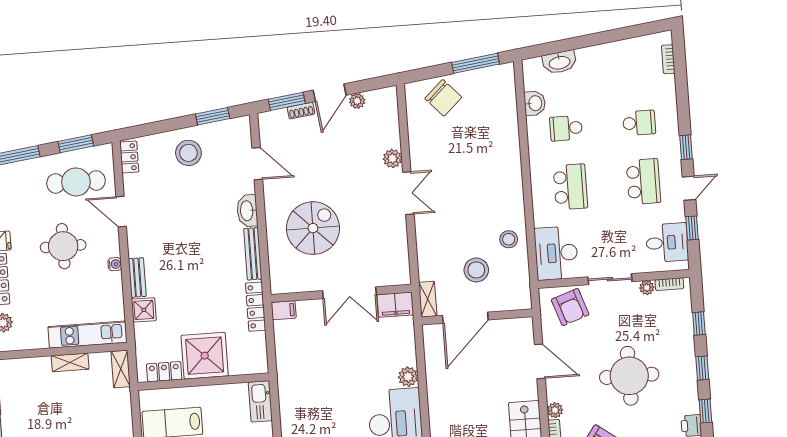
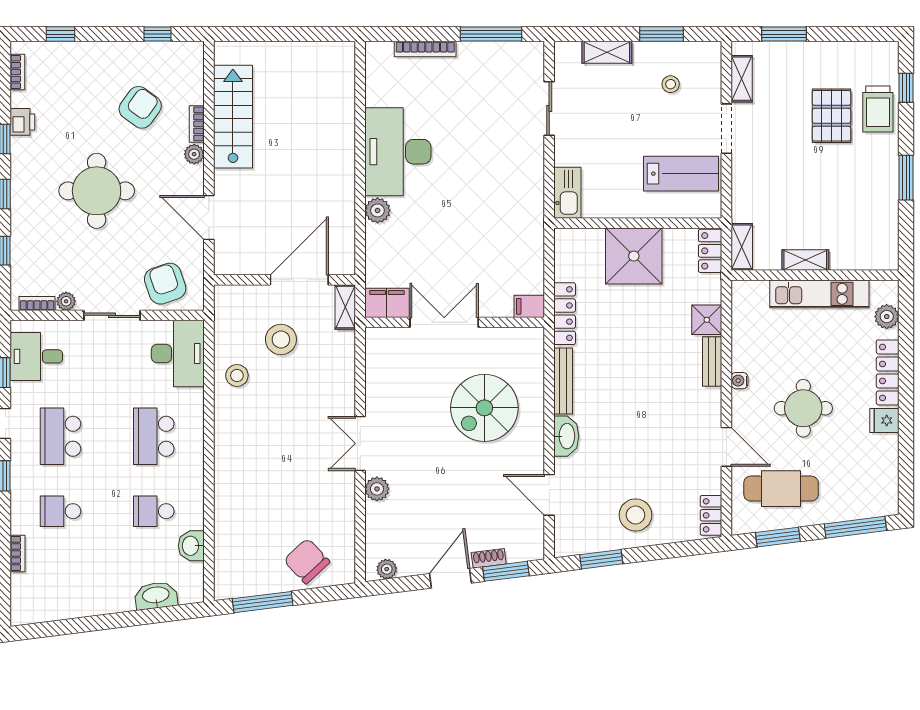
bookcase: (668, 59) -> (18, 553), moved
plant: (357, 101) -> (387, 569), moved
school desk: (566, 128) -> (154, 511), turned 180
kitchen unit: (87, 334) -> (819, 294), moved
locker: (164, 372) -> (710, 251), moved, turned 90

